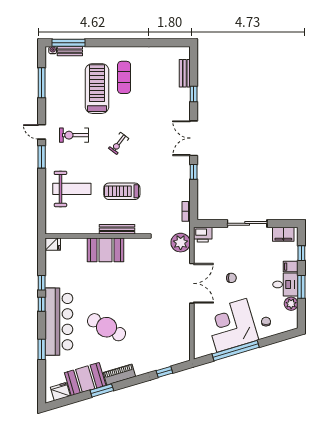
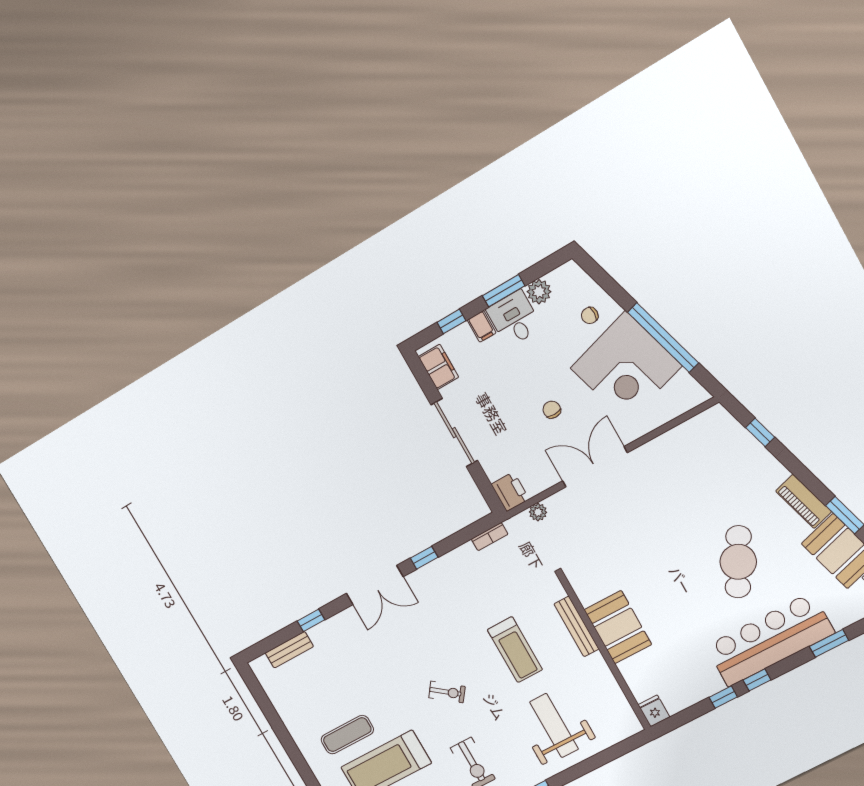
plant: (181, 243) -> (538, 512), width x0.53, depth x0.53

